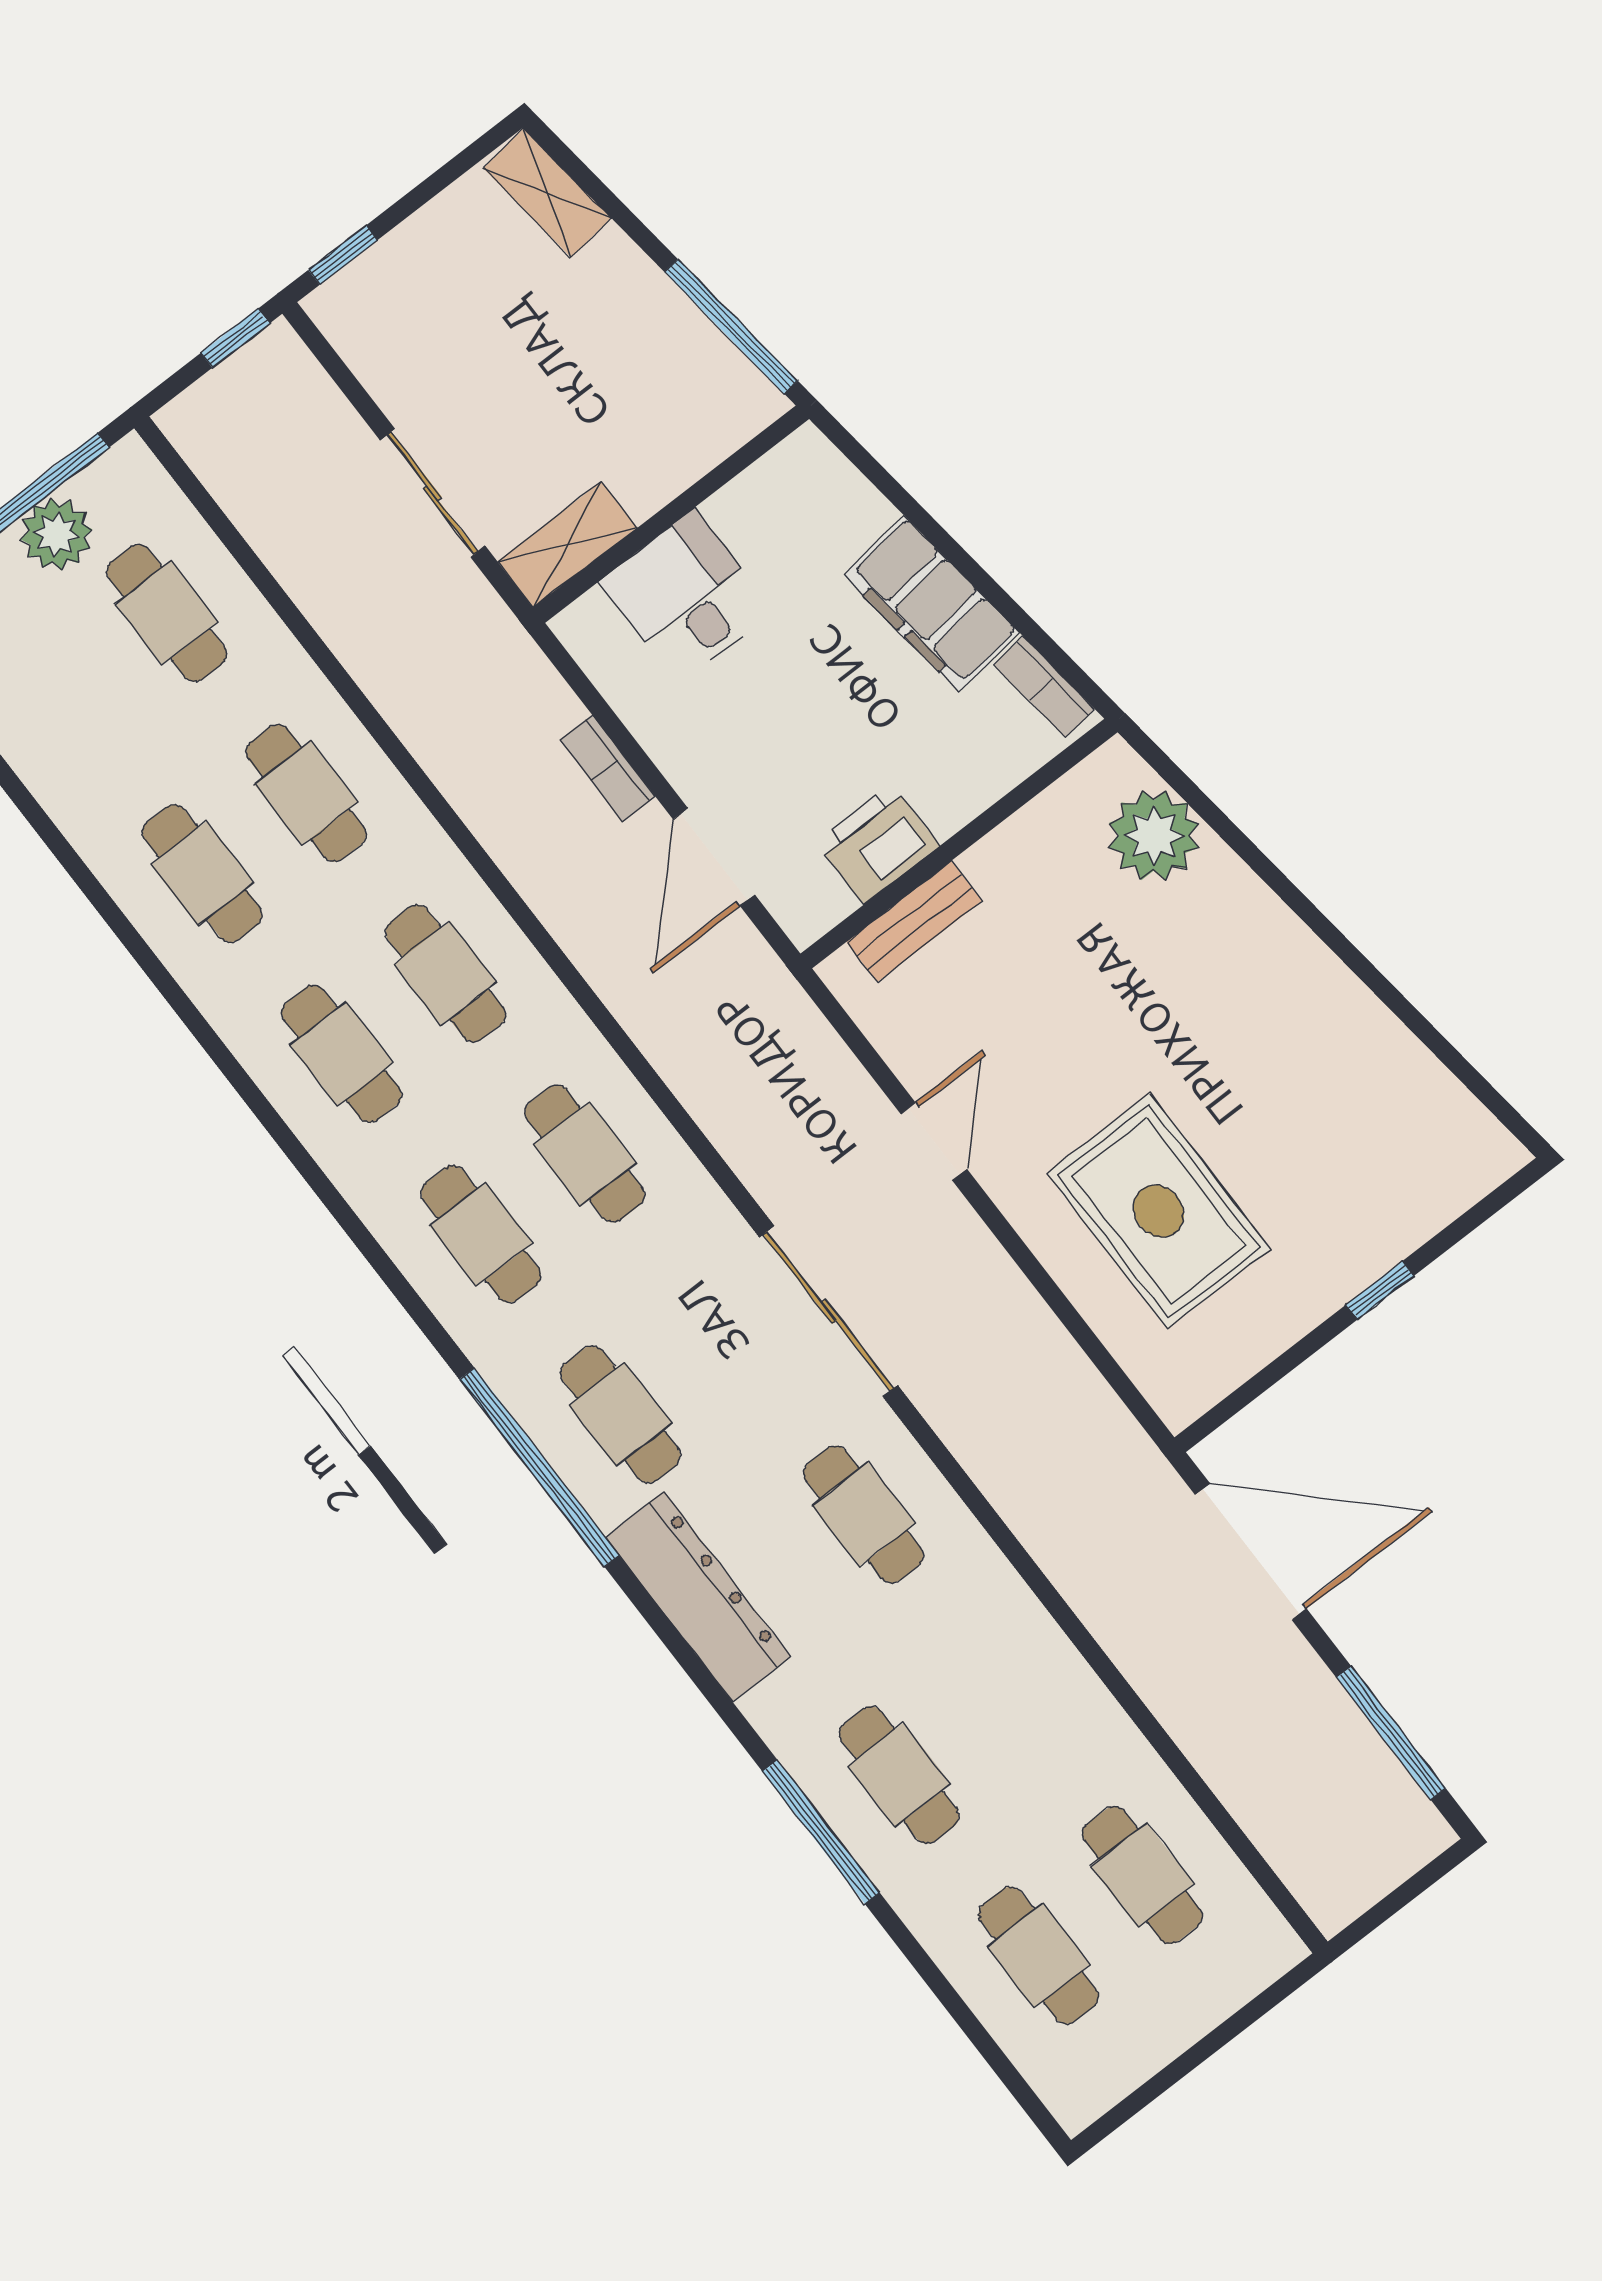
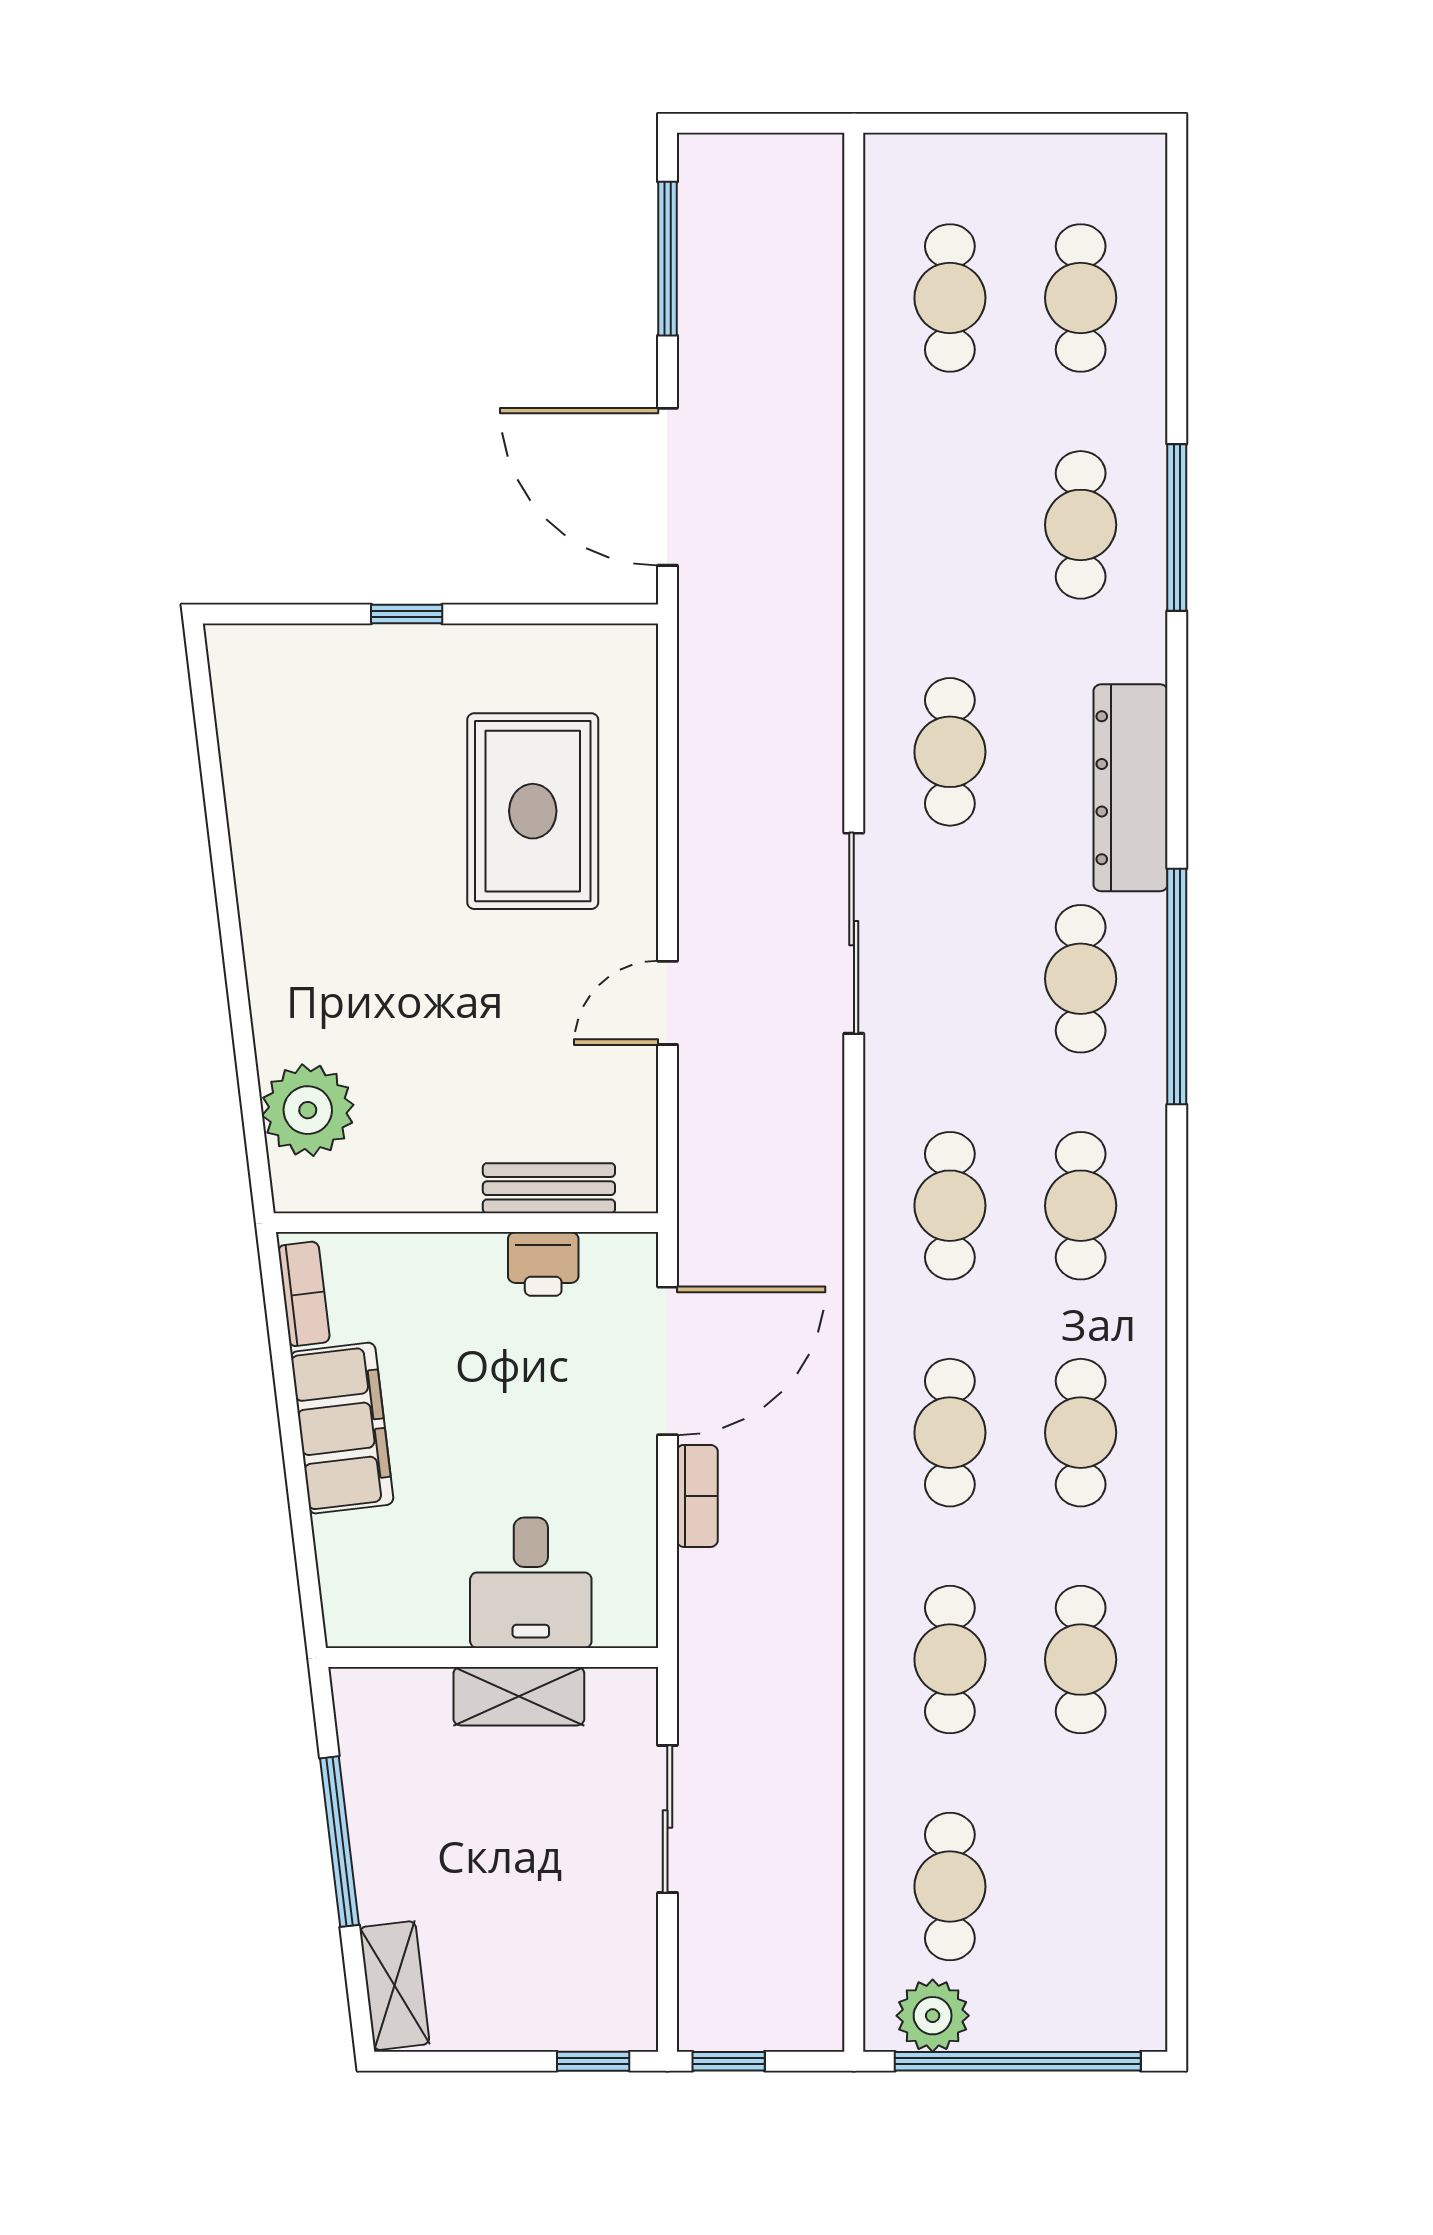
window: (731, 326) -> (340, 1842), moved
plant: (56, 534) -> (933, 2016), moved
shelving: (567, 545) -> (519, 1696), moved
printer: (878, 844) -> (543, 1264), width x0.73, depth x0.81
door: (714, 857) -> (667, 1361), width x1.36

